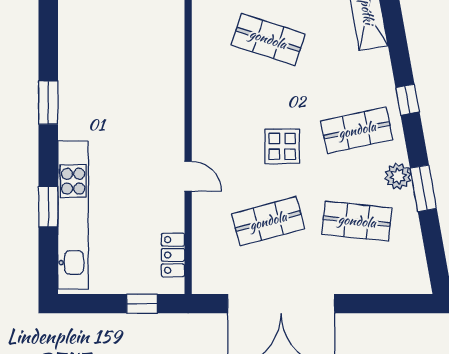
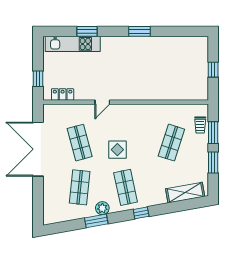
kitchen unit: (73, 215) -> (73, 44), width x0.73

